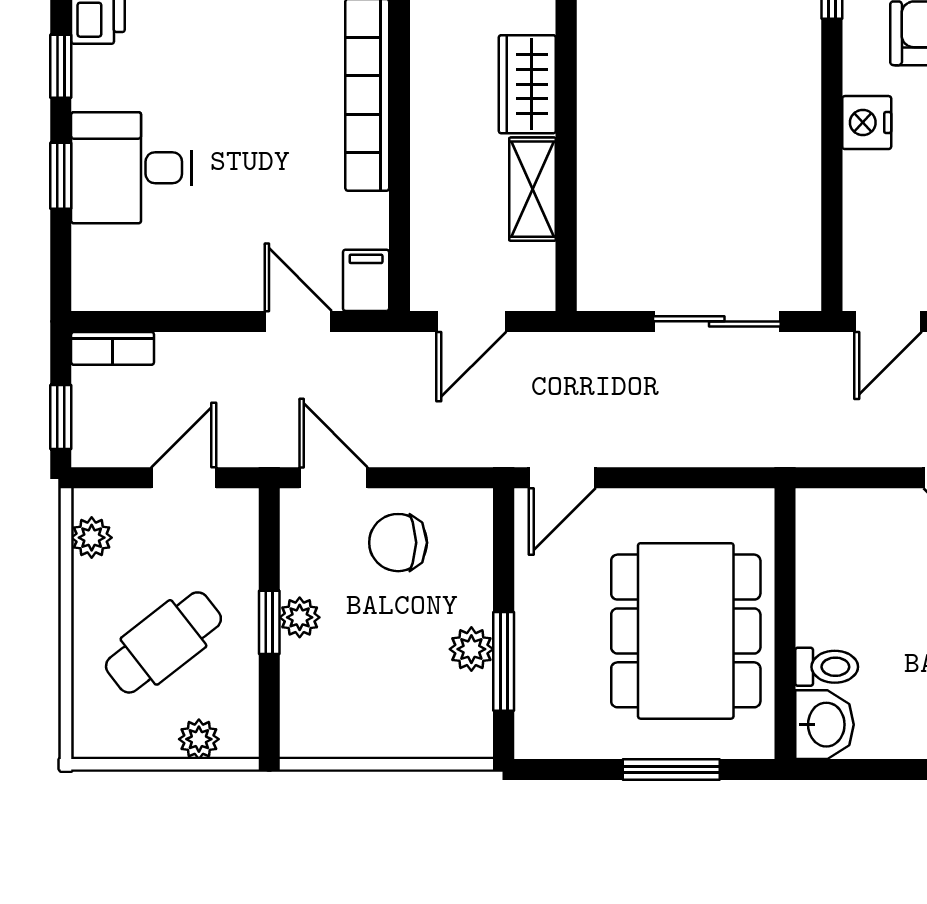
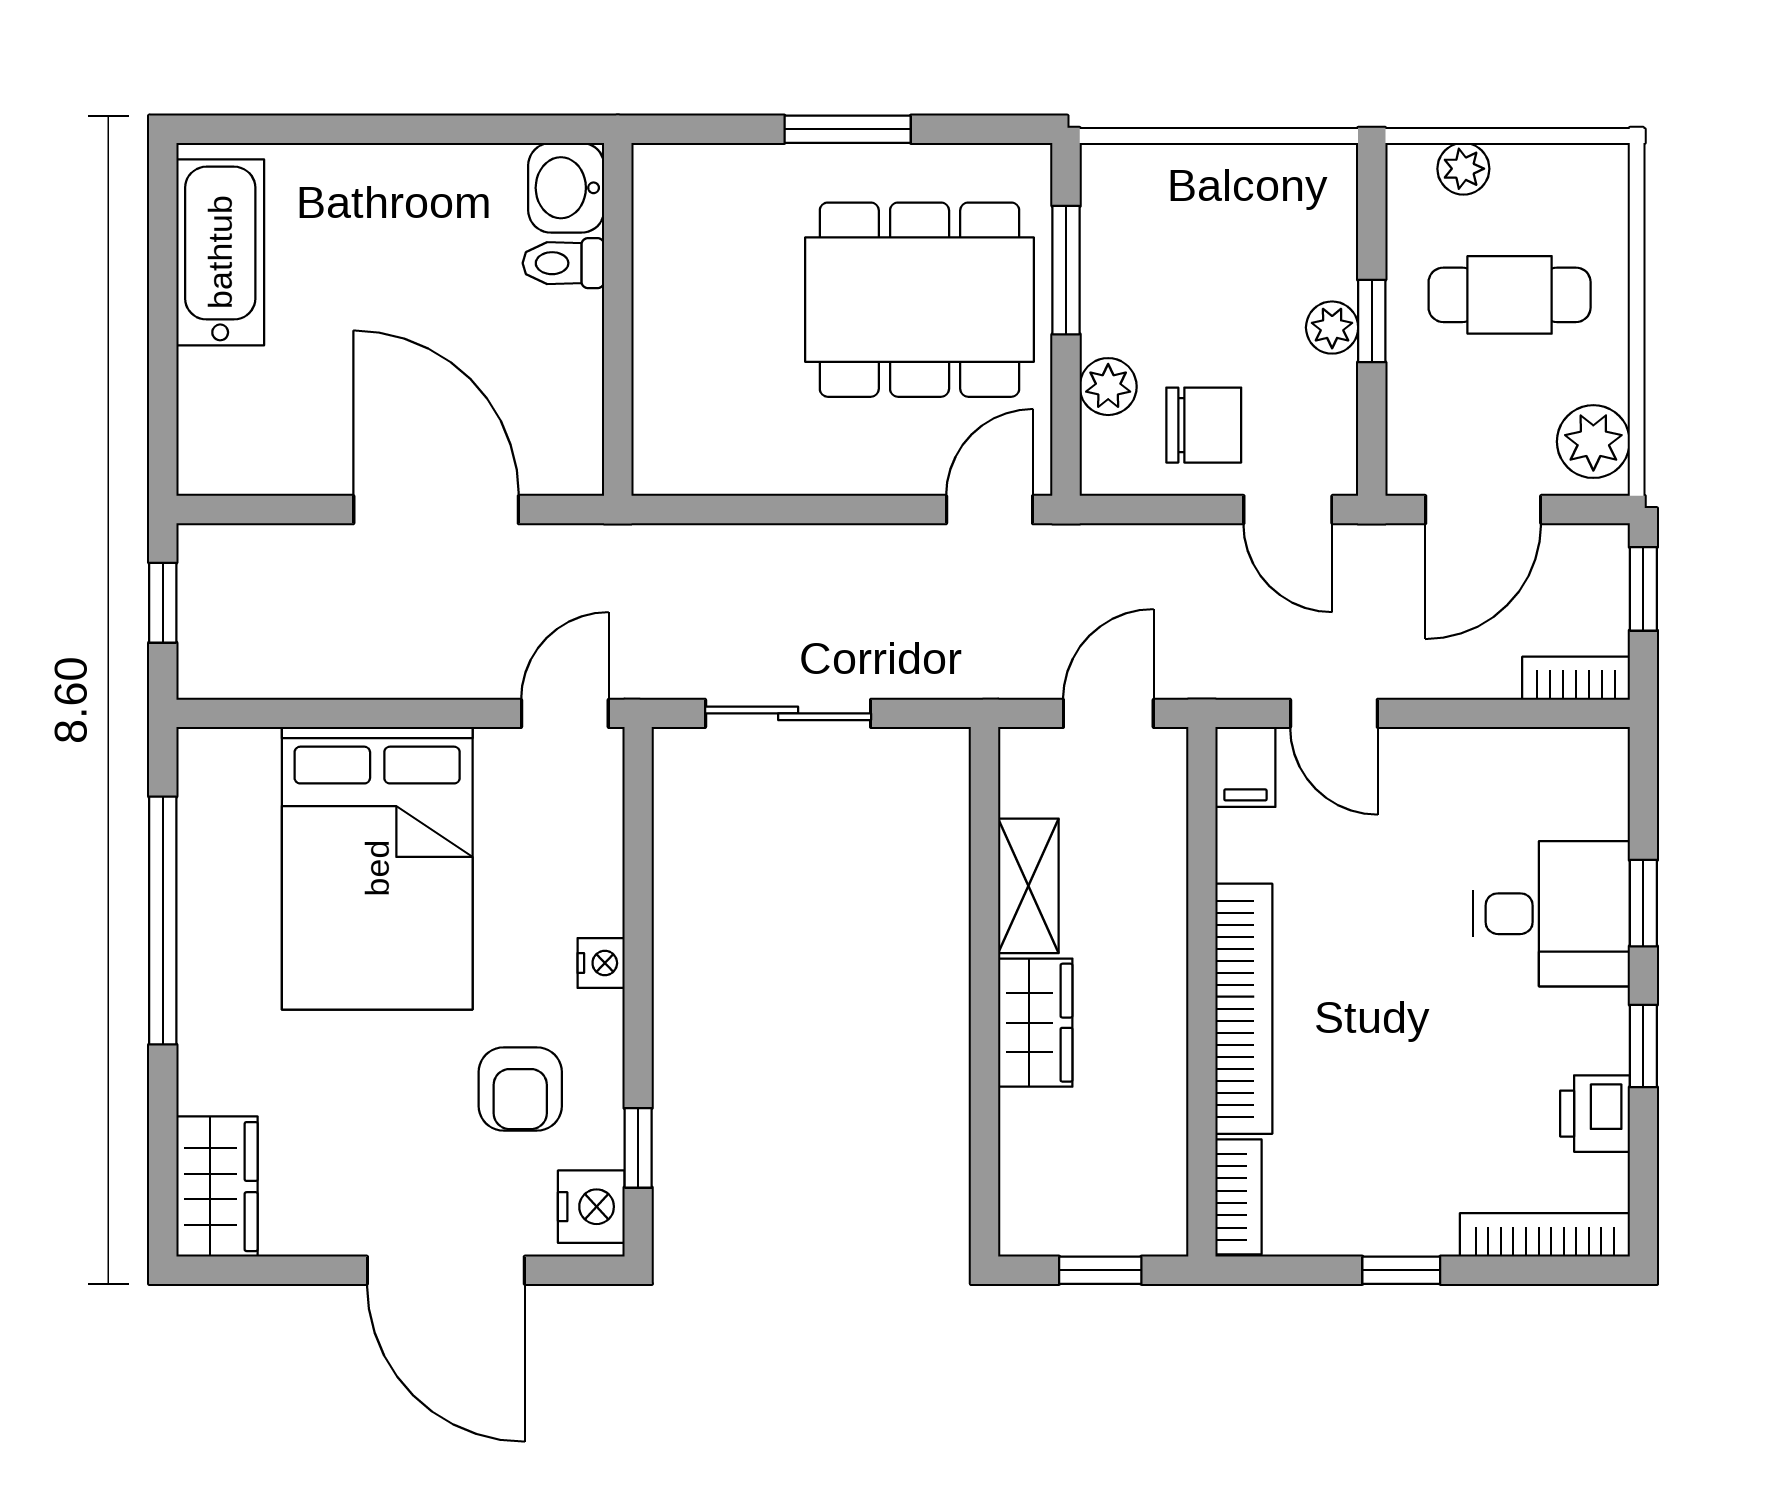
nightstand: (867, 123) -> (601, 963), width x0.72, depth x0.74
door: (184, 478) -> (1483, 510), width x1.38
plant: (92, 538) -> (1593, 442), width x1.38, depth x1.38
wall: (785, 624) -> (618, 319), moved
dining table: (686, 631) -> (920, 300), moved, turned 90
cafe table: (163, 642) -> (1510, 295), turned 38
plant: (471, 649) -> (1108, 387), moved
toilet: (827, 667) -> (563, 263), moved
washbasin: (825, 725) -> (566, 188), moved

